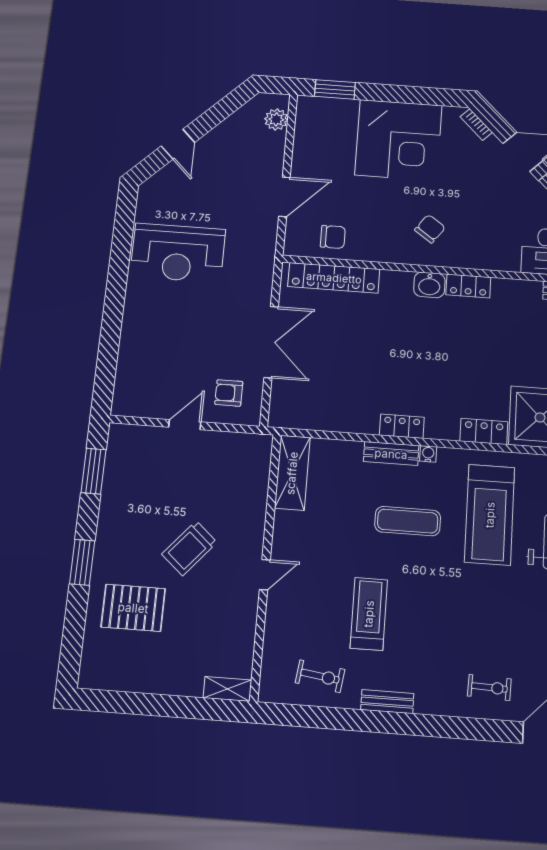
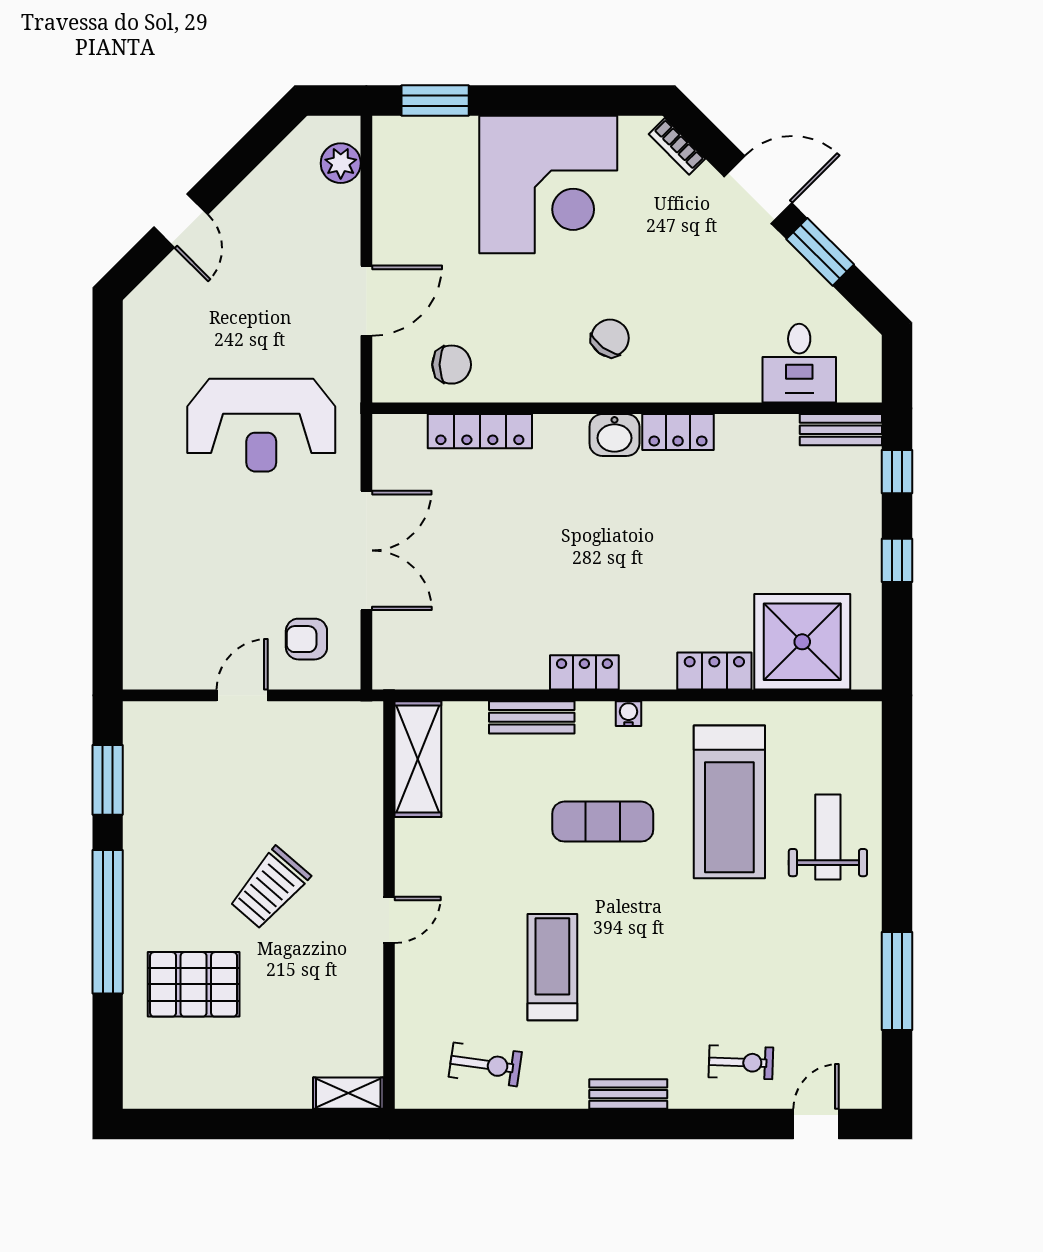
reception desk: (178, 253) -> (261, 425), moved
locker: (334, 278) -> (480, 431), width x0.71, depth x0.83
bench: (391, 454) -> (532, 717), moved
window: (82, 562) -> (108, 922), width x2.11
bench: (387, 702) -> (628, 1094), moved

